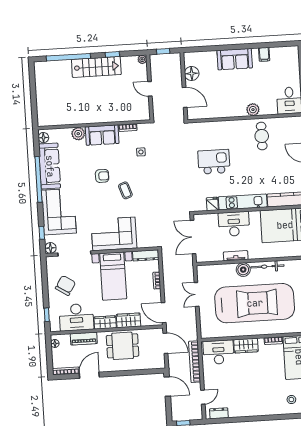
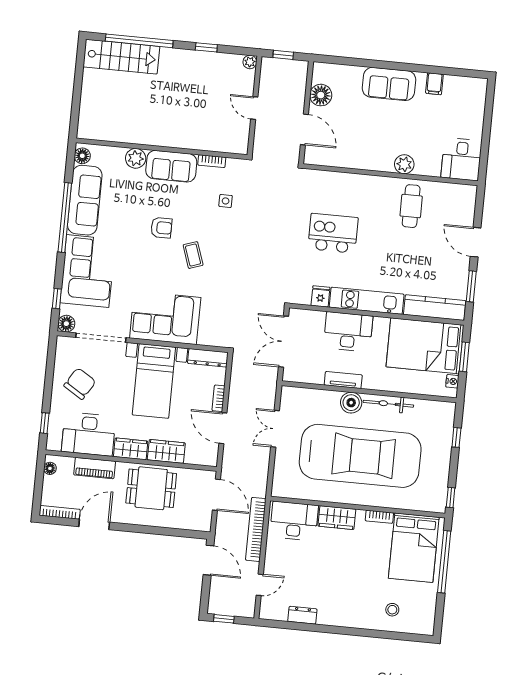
stairs: (96, 67) -> (121, 57), moved
door: (164, 313) -> (223, 428), moved
dresser: (219, 413) -> (302, 615), moved

